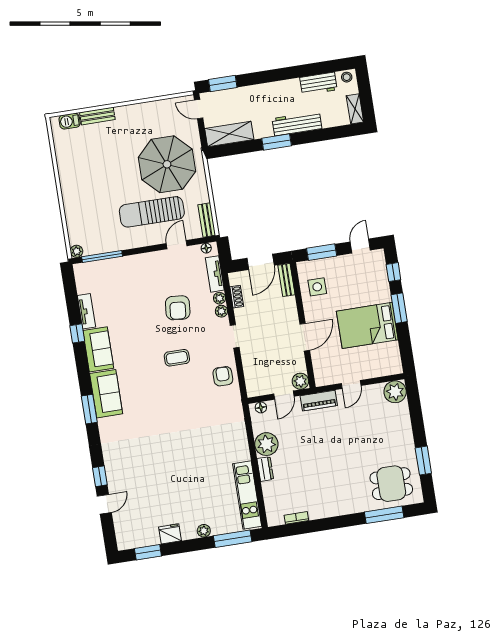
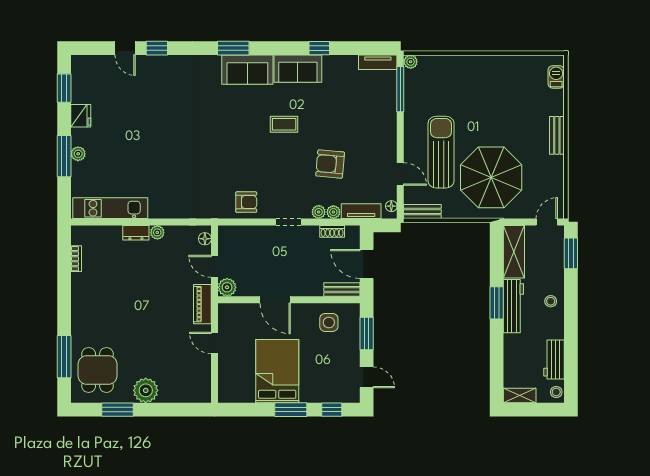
stool: (268, 95) -> (551, 301), added
bench: (97, 116) -> (557, 135), moved
workbench: (297, 124) -> (513, 306), moved
tv unit: (86, 311) -> (378, 62), moved
coffee table: (177, 358) -> (284, 124), moved, turned 90
plant: (395, 392) -> (146, 390), moved
plant: (266, 444) -> (157, 232), width x0.53, depth x0.53
window: (233, 539) -> (64, 156), moved

